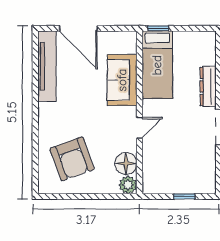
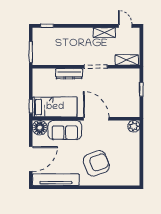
door: (140, 128) -> (96, 119), width x1.87
armchair: (72, 159) -> (96, 163), moved
floor lamp: (126, 163) -> (40, 128), moved

